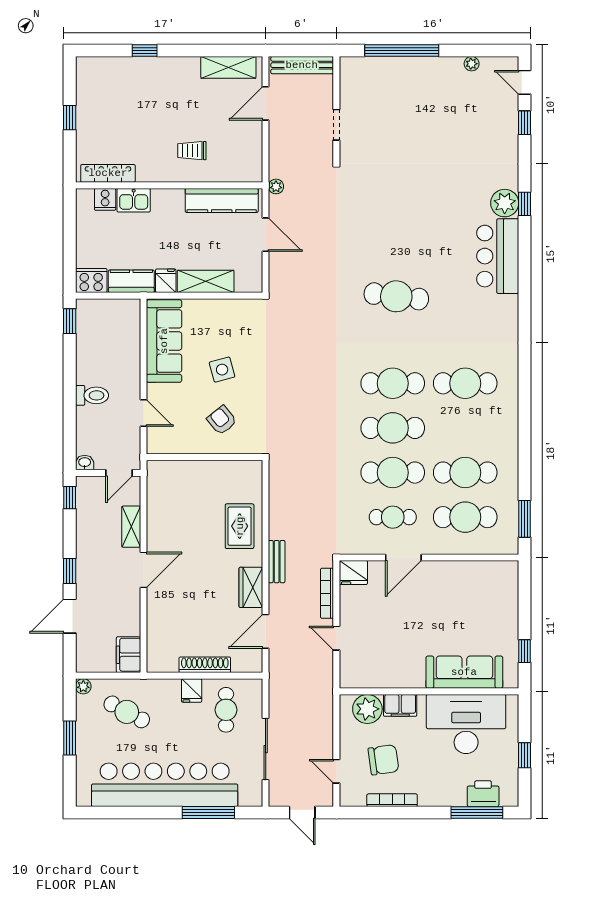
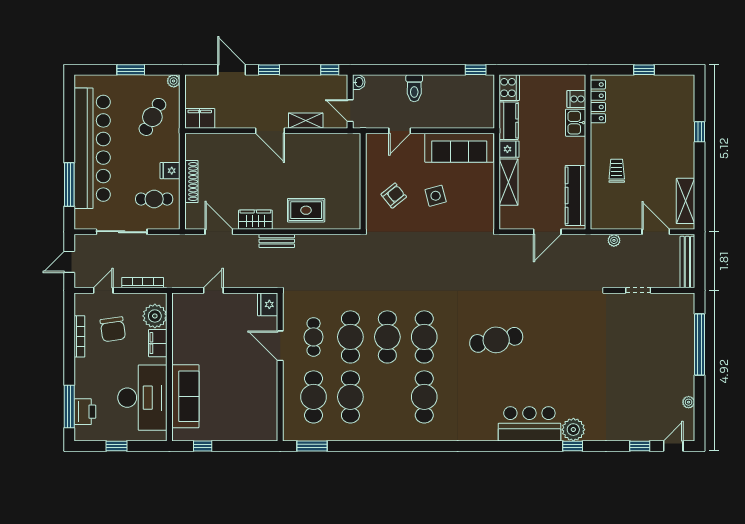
plant: (276, 186) -> (614, 240), moved
cafe table: (396, 296) -> (496, 340), turned 72
bookcase: (327, 593) -> (143, 283), moved

